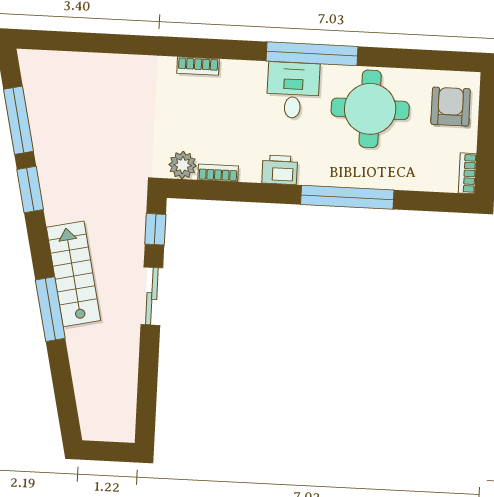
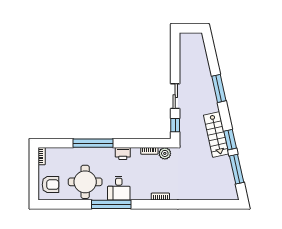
armchair: (451, 107) -> (50, 185), turned -90
stairs: (74, 274) -> (216, 135), moved

